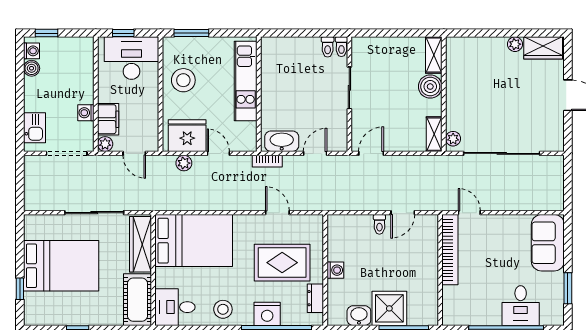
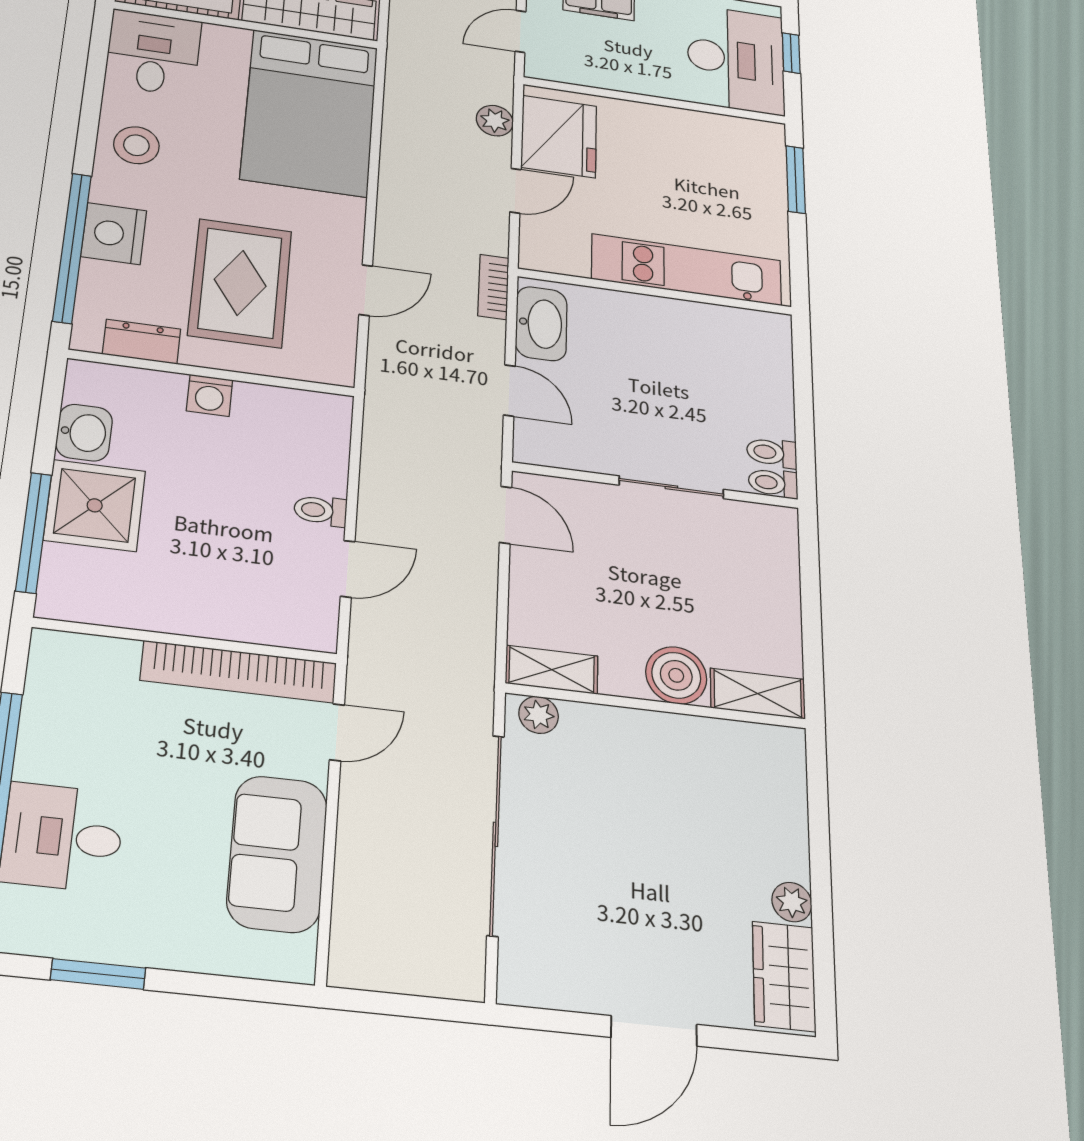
stool: (183, 80) -> (687, 148), removed
door: (403, 213) -> (348, 569), swing flipped
sofa: (548, 243) -> (277, 854), moved, turned -90

